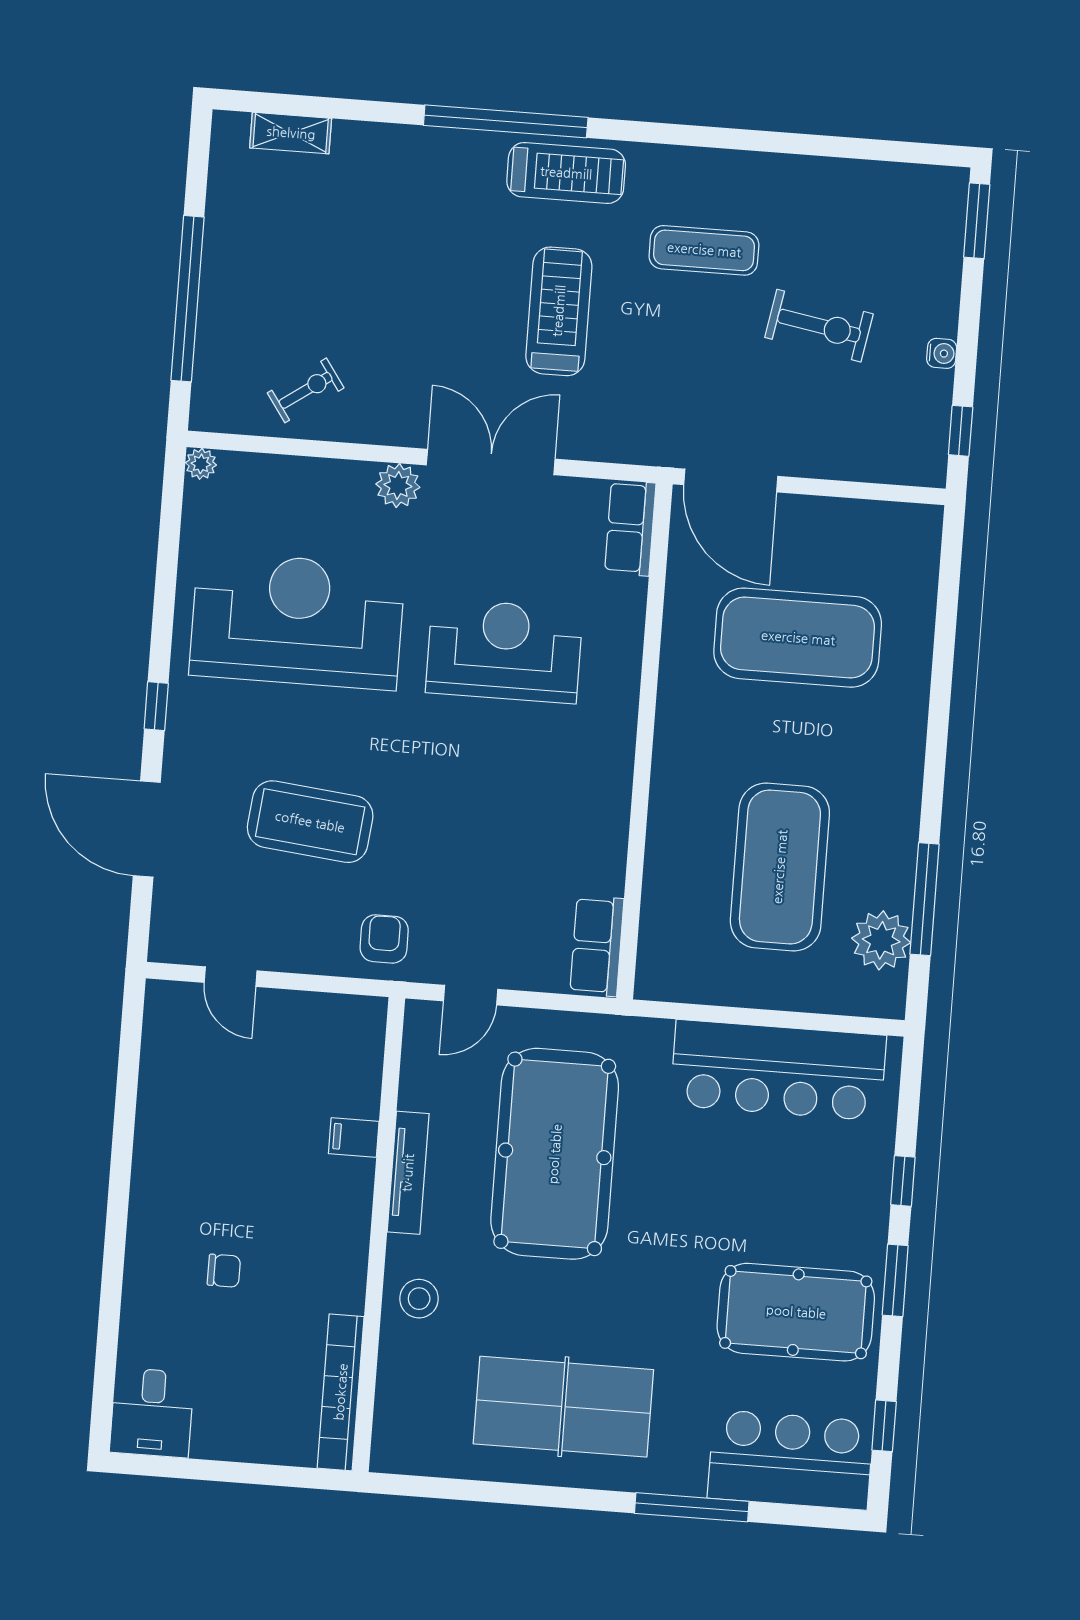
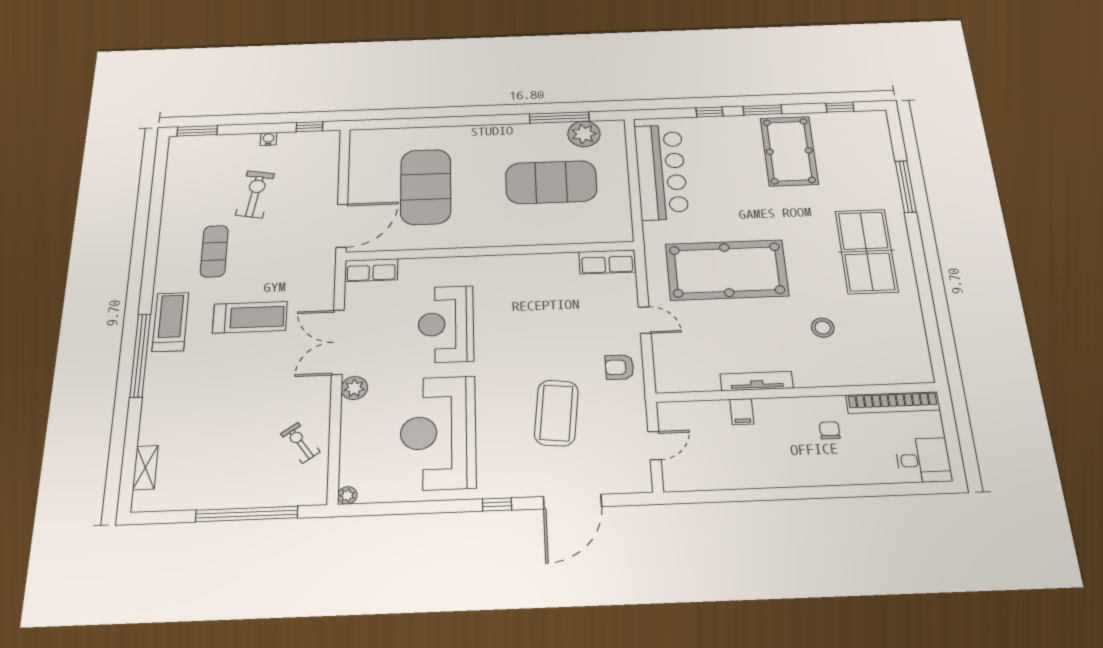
treadmill: (559, 311) -> (250, 317), turned 180
filing cabinet: (354, 1138) -> (742, 412), moved
tv unit: (408, 1173) -> (757, 381), moved
wall: (379, 1235) -> (796, 392), moved
bookcase: (341, 1392) -> (893, 403), moved
bar counter: (790, 1460) -> (868, 145), removed

